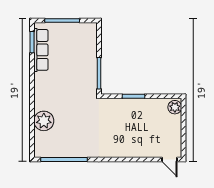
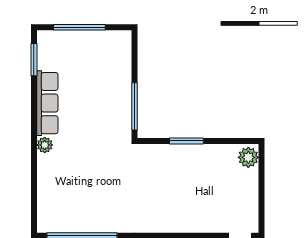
row of seats: (41, 50) -> (47, 103), moved
plant: (44, 121) -> (45, 145), moved, width x0.53, depth x0.53

